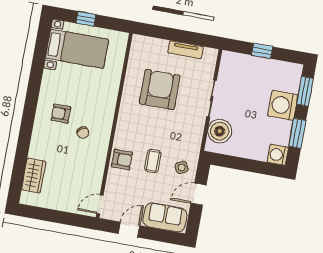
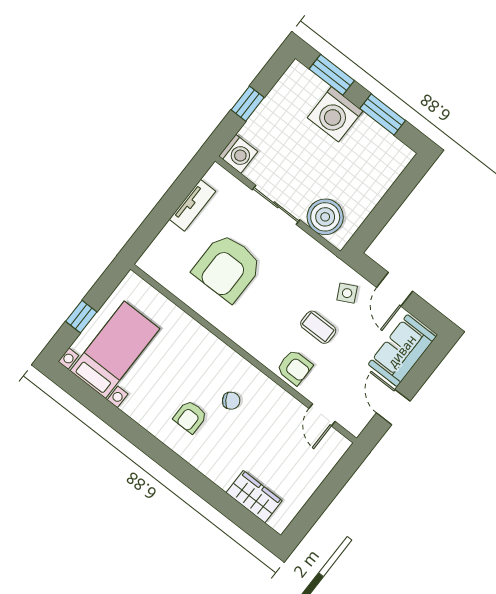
armchair: (160, 89) -> (227, 268), turned -90
washing machine: (278, 155) -> (238, 154), moved, turned -90
armchair: (122, 160) -> (295, 367), turned 90
door: (100, 204) -> (322, 415), moved

